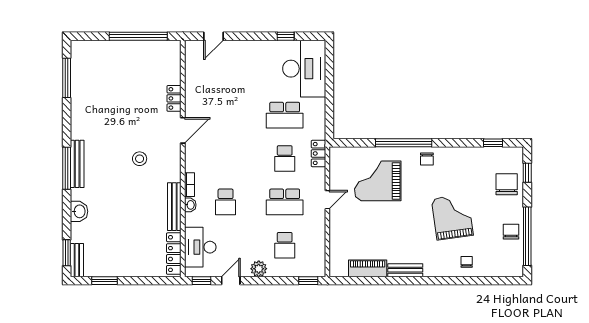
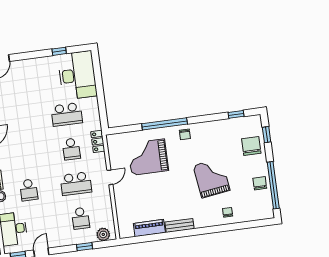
plant: (259, 269) -> (103, 234), moved
window: (308, 281) -> (84, 247), moved

